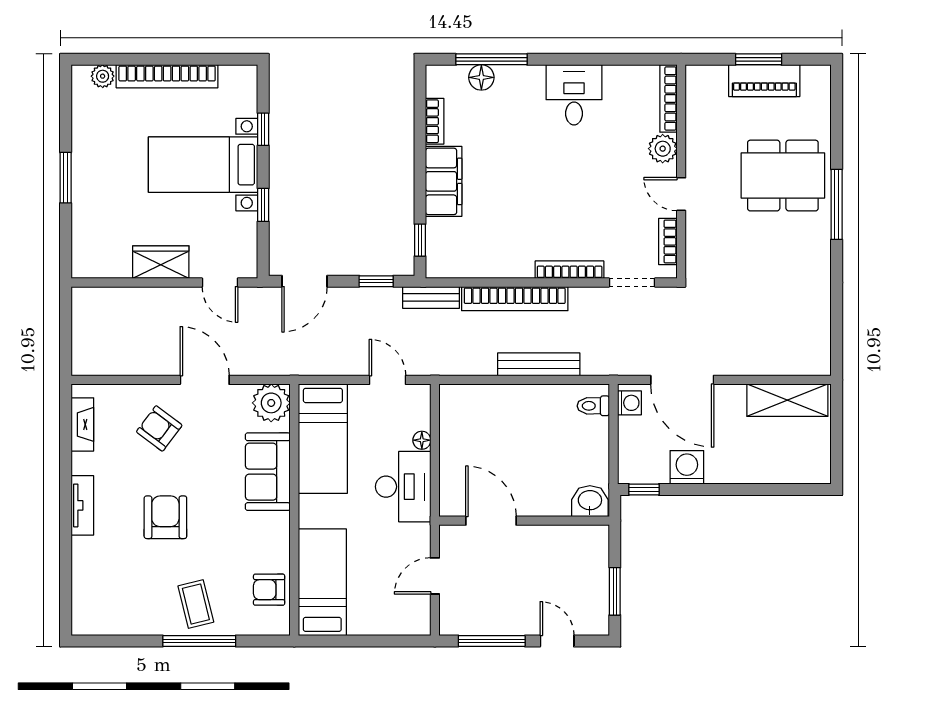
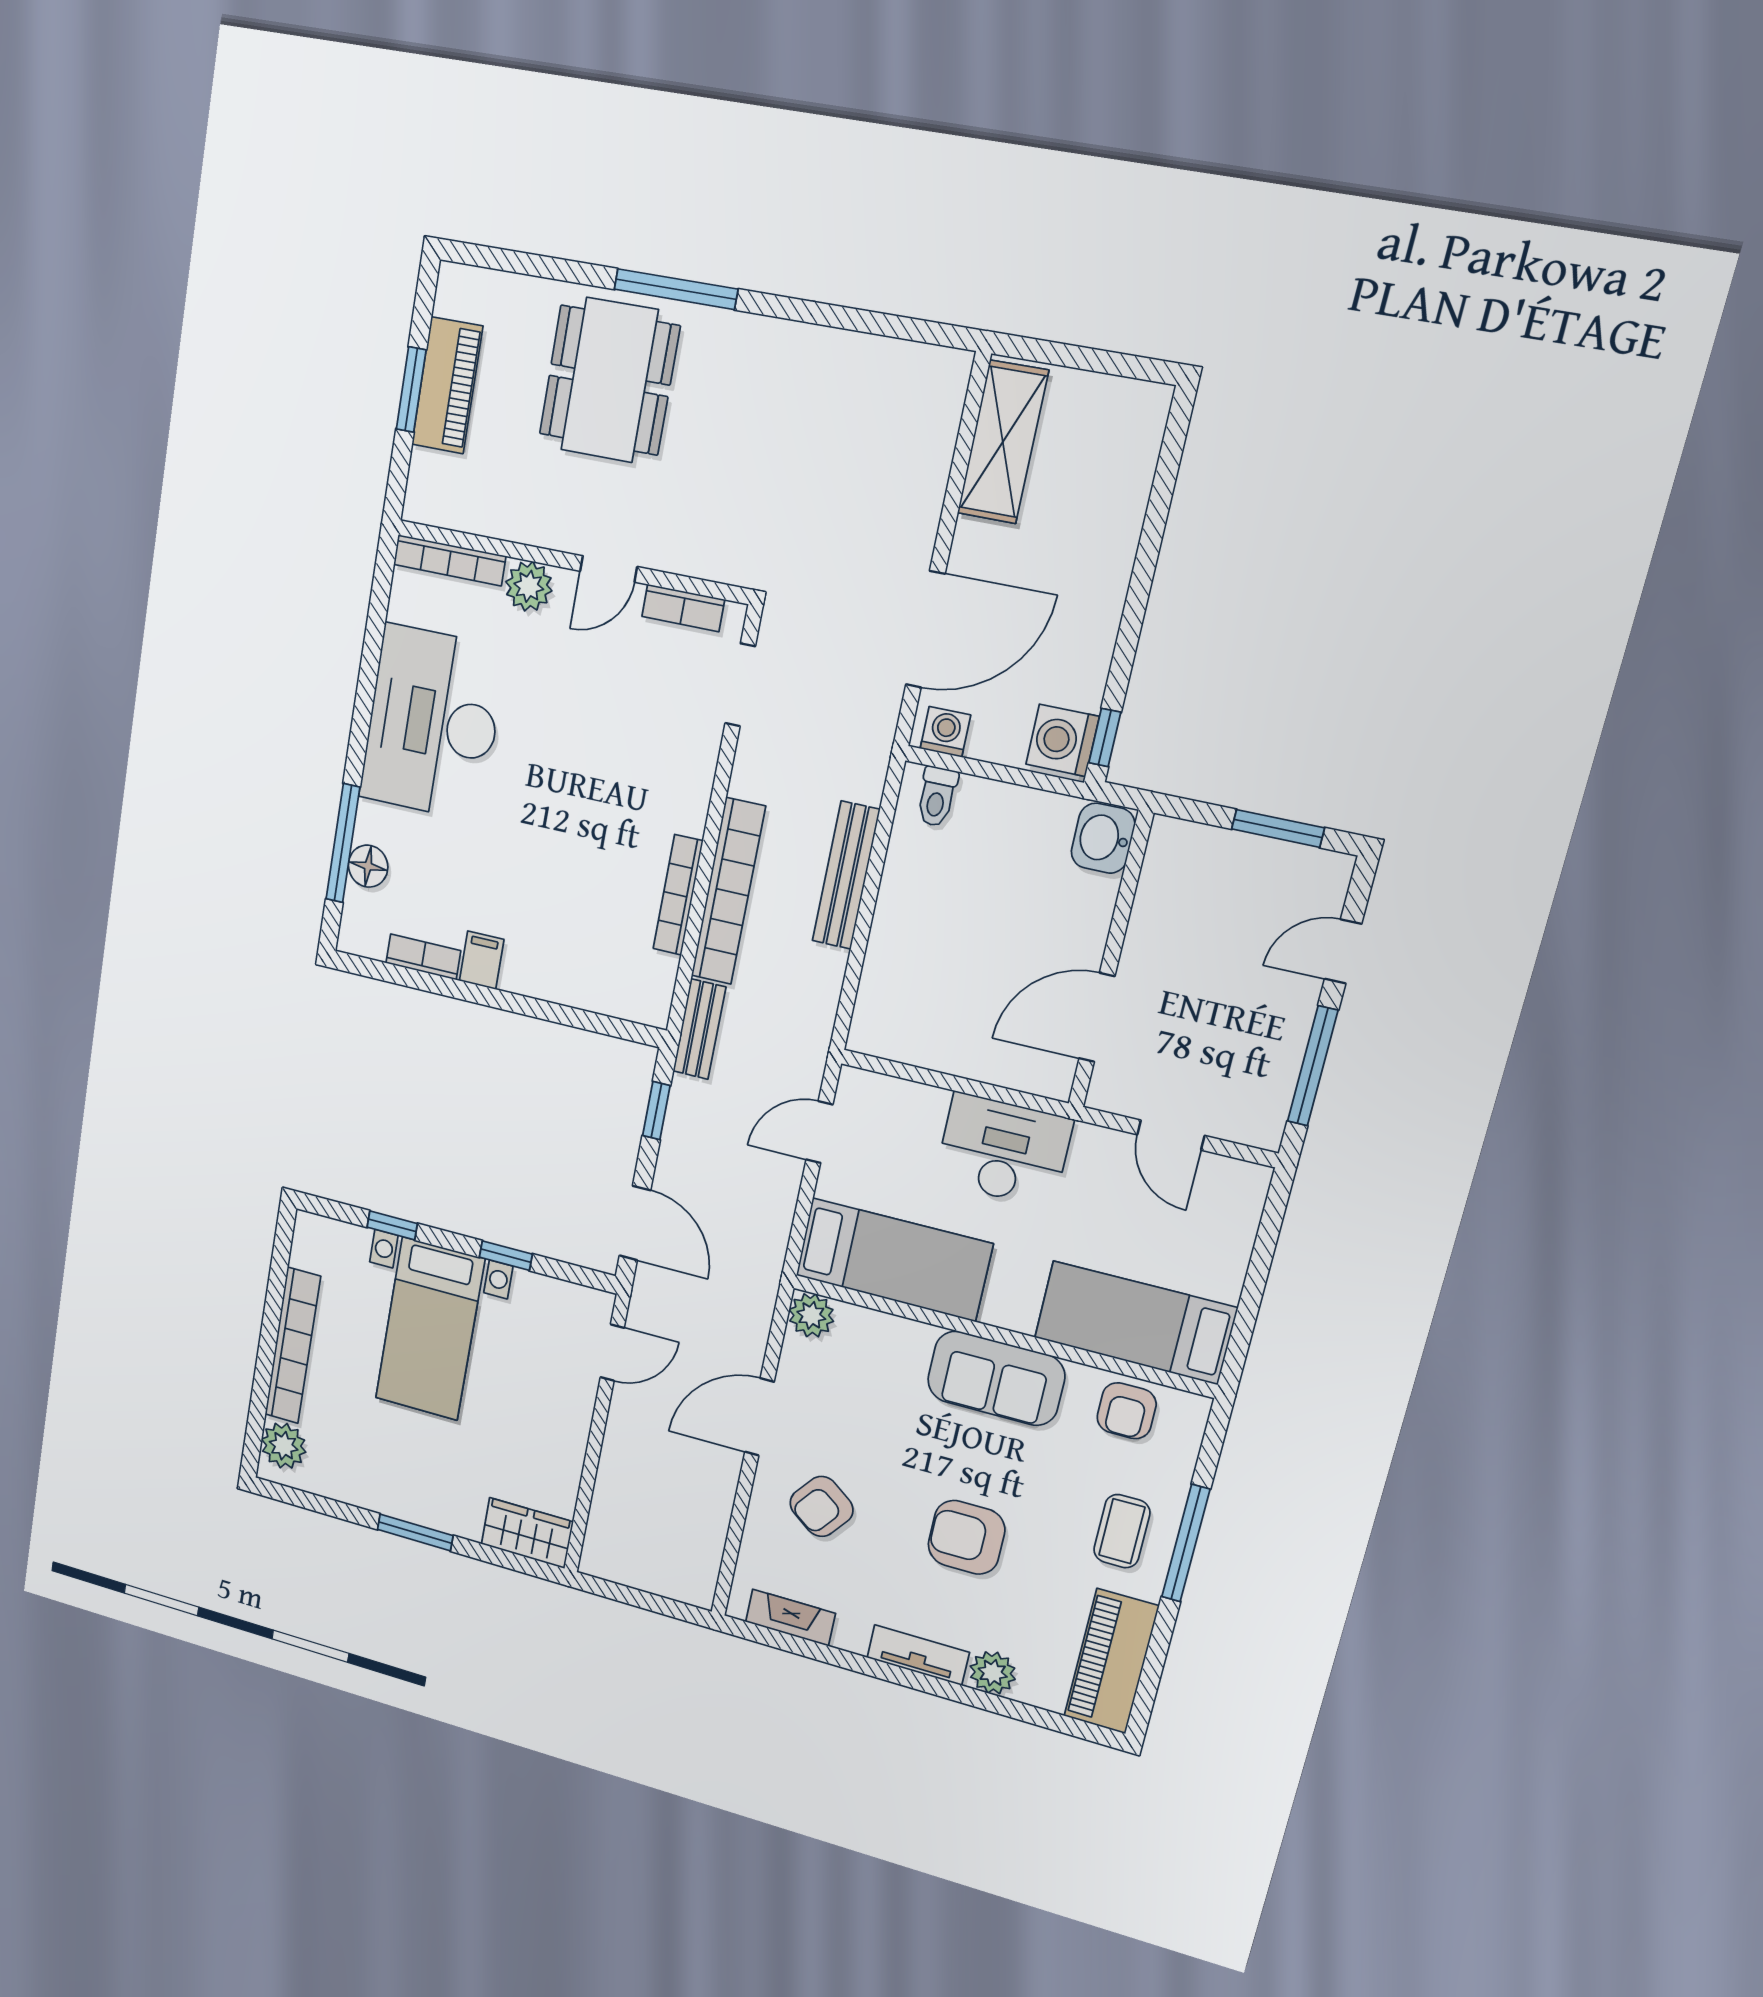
plant: (103, 76) -> (284, 1446), width x1.38, depth x1.38
desk: (574, 95) -> (433, 723), width x1.87, depth x1.30
filing cabinet: (444, 181) -> (482, 960), width x0.33, depth x0.86
window: (420, 240) -> (604, 1025), removed
wardrobe: (161, 262) -> (527, 1533), moved, turned 90
bookcase: (570, 270) -> (678, 895), moved
plant: (271, 403) -> (811, 1315), width x0.73, depth x0.73
floor lamp: (422, 440) -> (932, 1101), removed
washing machine: (687, 467) -> (1062, 740), moved
sofa: (268, 472) -> (996, 1378), moved
plant: (85, 551) -> (993, 1673), added
coffee table: (196, 604) -> (1122, 1531), turned -76
piano: (114, 617) -> (1111, 1661), added

